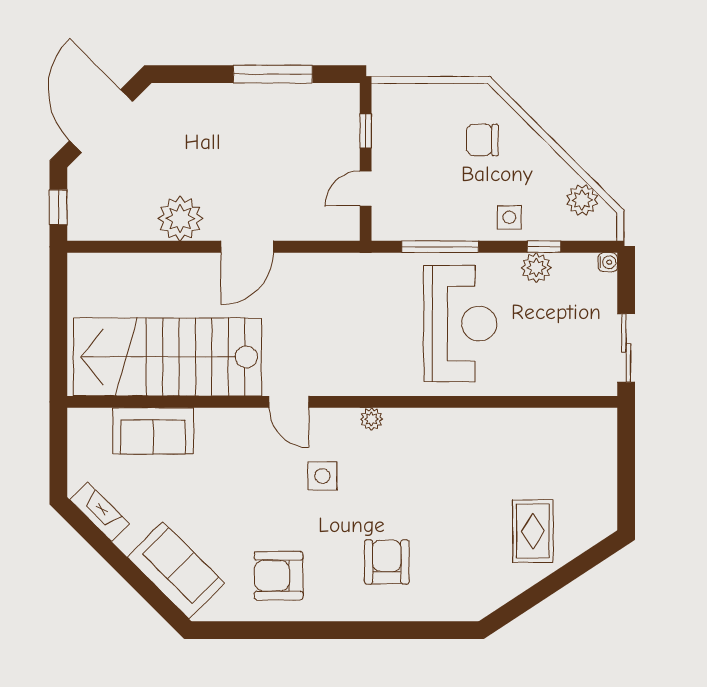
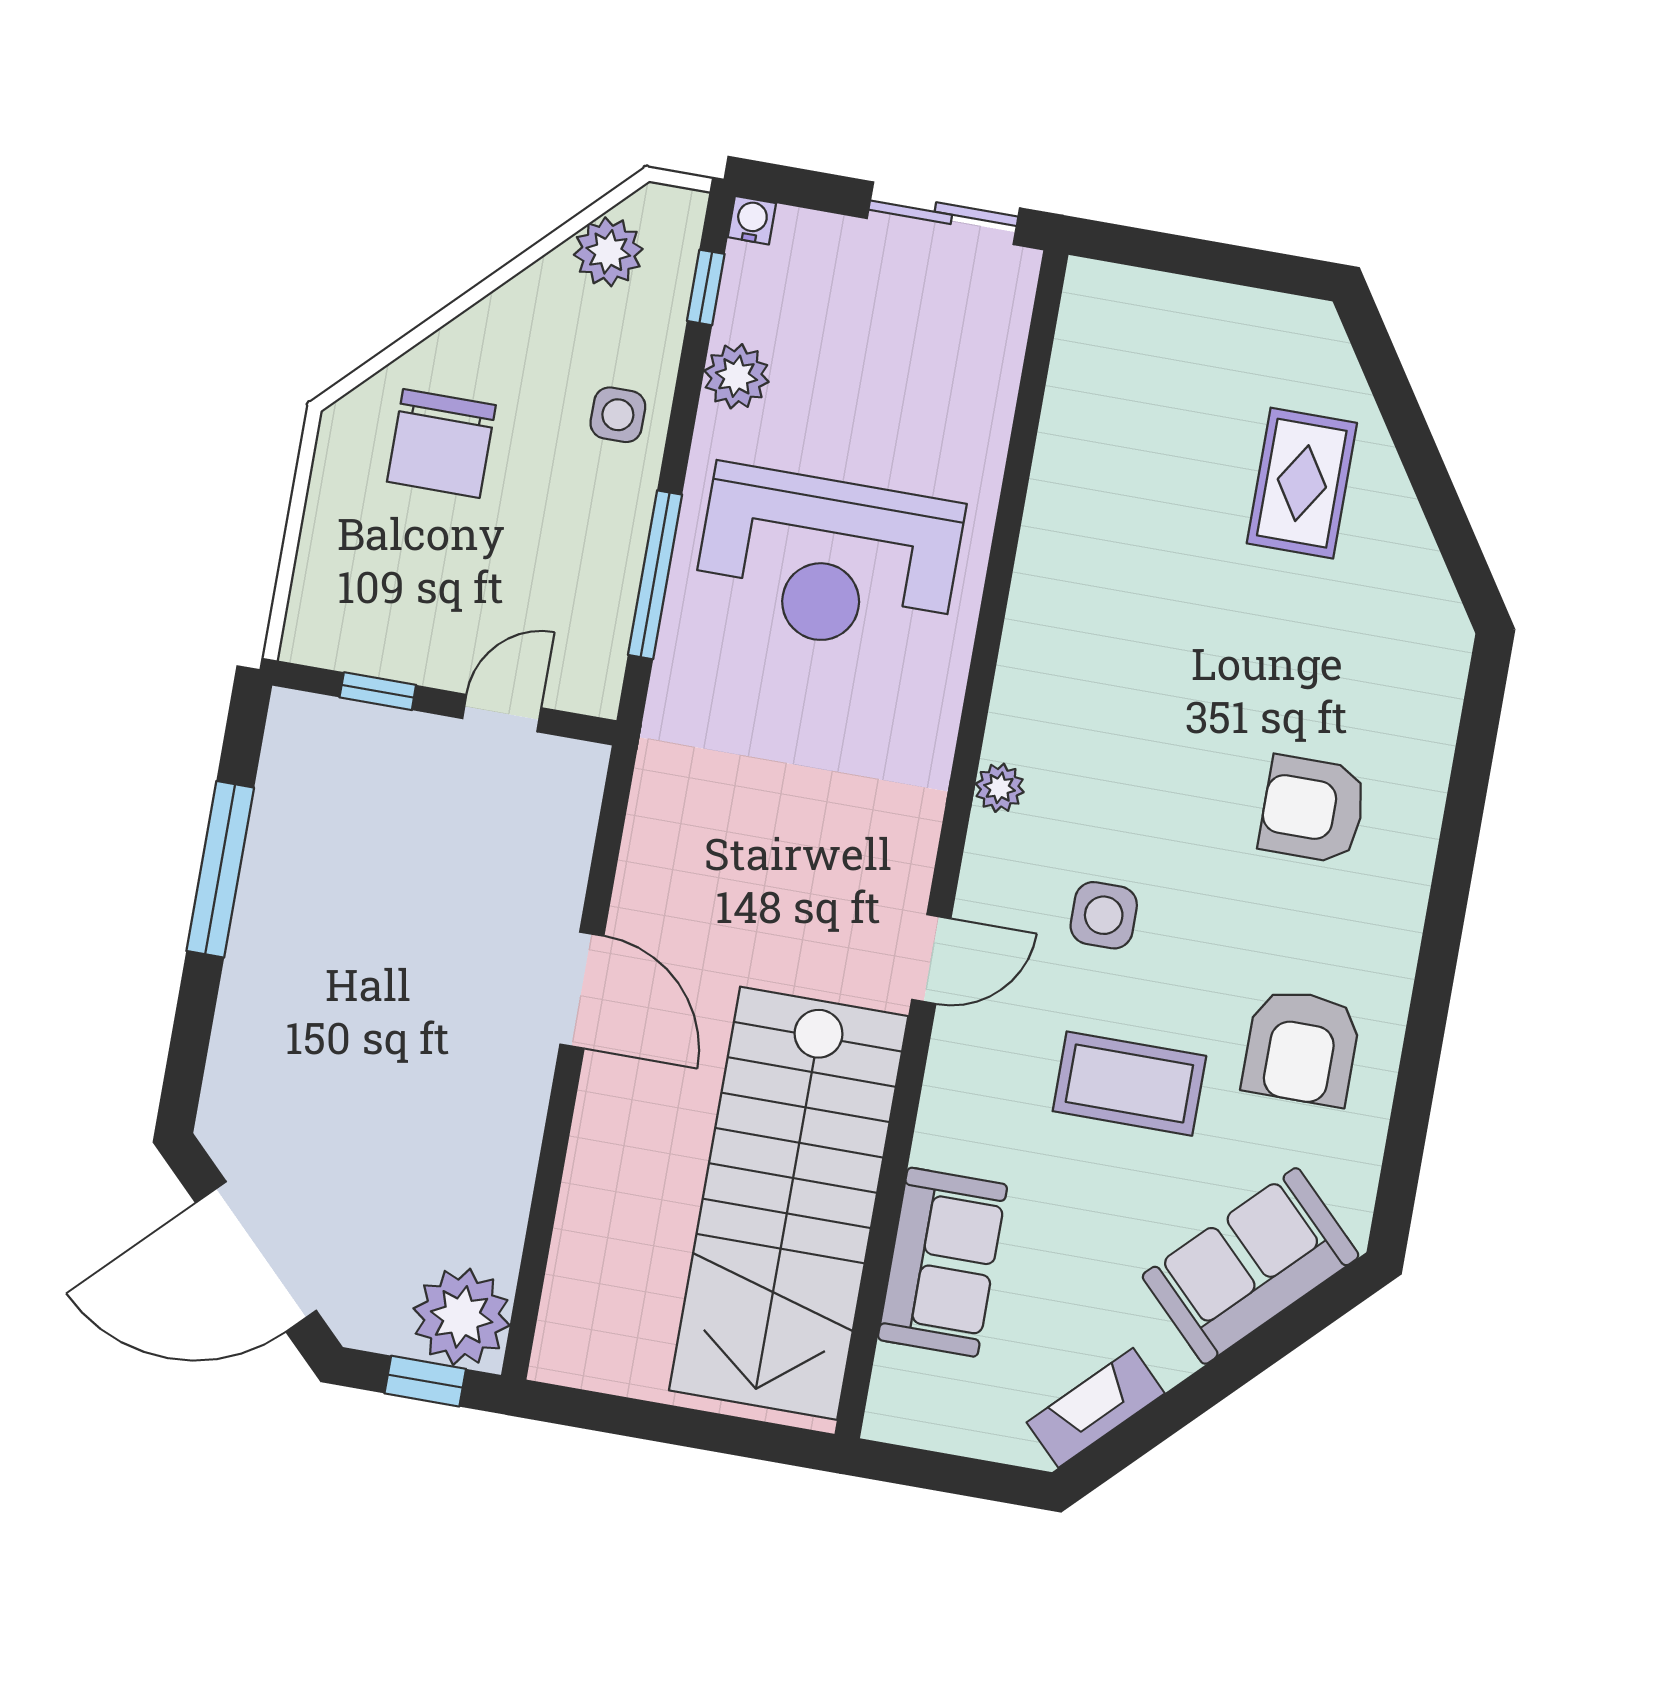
chair: (482, 140) -> (441, 443), width x1.37, depth x1.37
door: (366, 189) -> (502, 713), swing flipped
plant: (180, 218) -> (462, 1317), moved
window: (544, 247) -> (706, 287), moved
reception desk: (460, 324) -> (828, 561), turned 180
coffee table: (248, 501) -> (1129, 1084), added
rug: (533, 531) -> (1302, 483), turned 90

